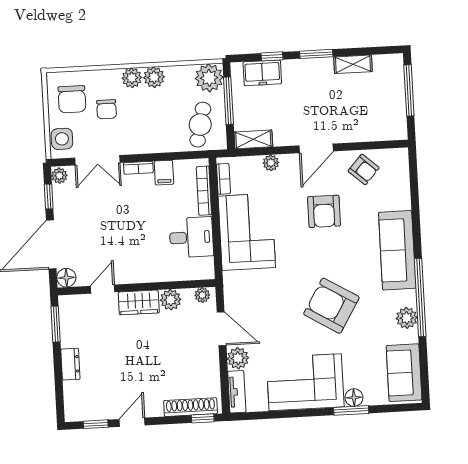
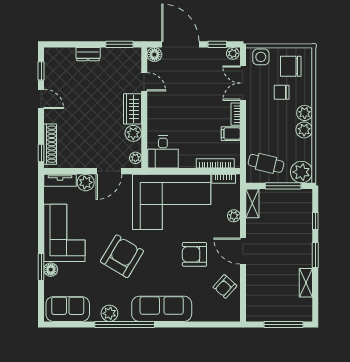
freezer: (262, 73) -> (303, 213), removed
corner sofa: (247, 232) -> (172, 202), width x1.36, depth x1.36
desk: (191, 237) -> (163, 152), moved

